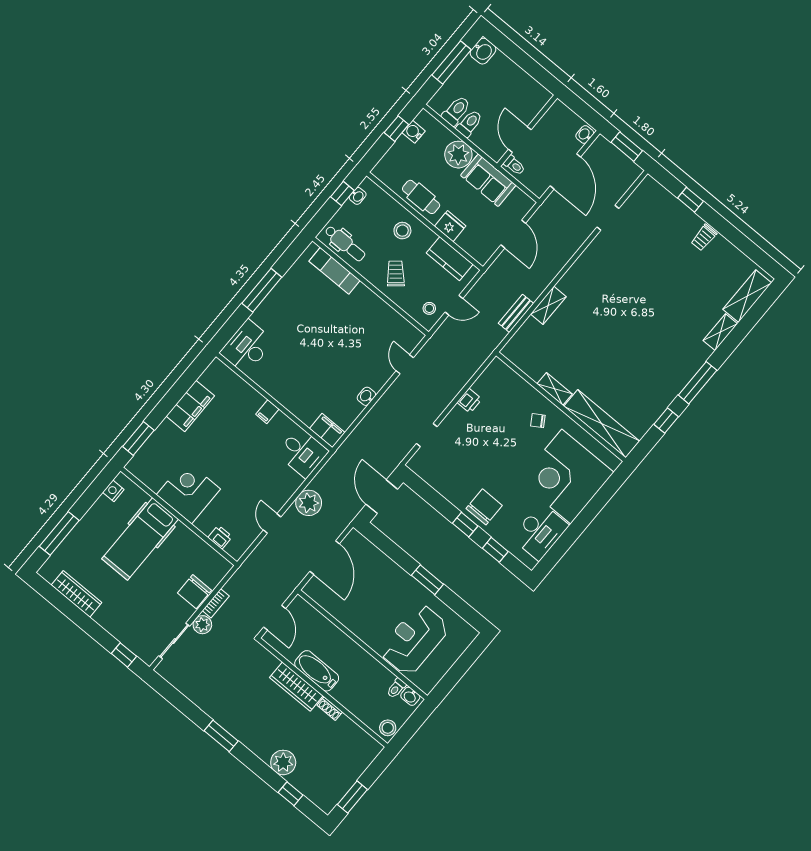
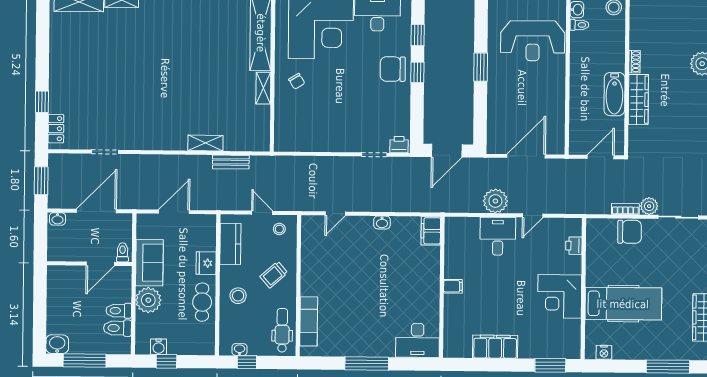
locker: (659, 193) -> (56, 129), added
trolley: (704, 238) -> (62, 69), removed
printer: (469, 401) -> (399, 145), moved
desk: (302, 452) -> (498, 236), moved

